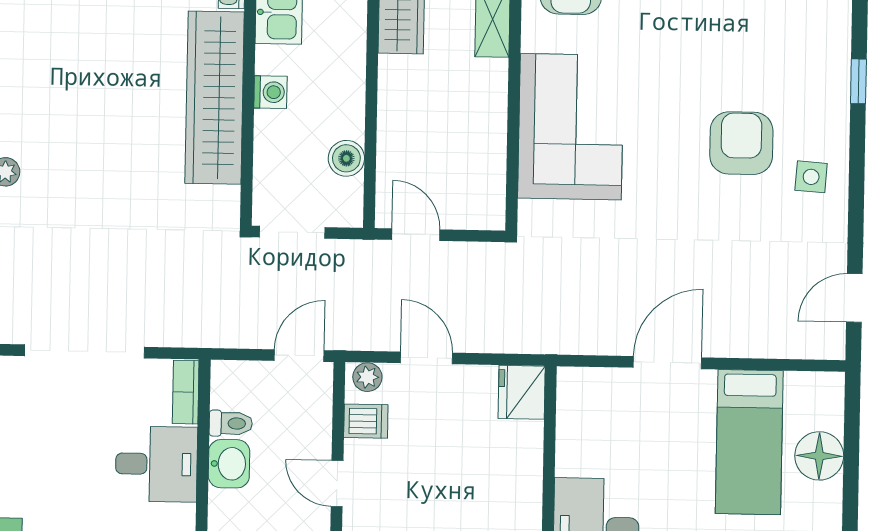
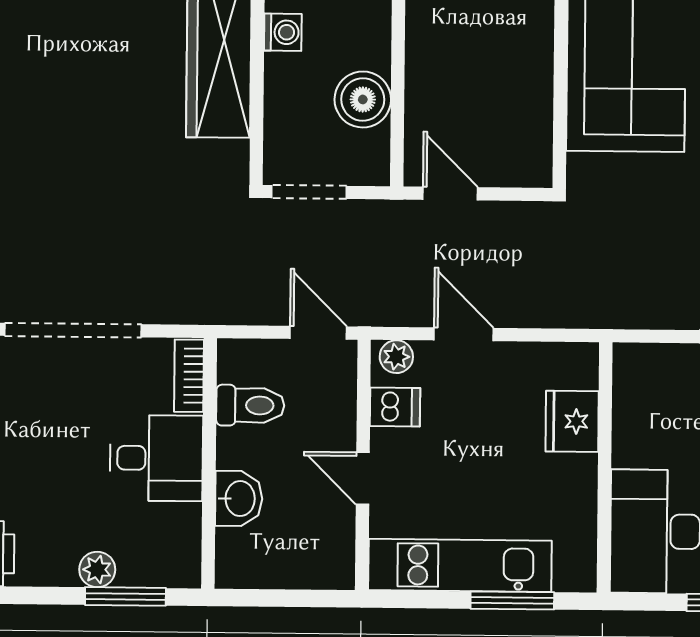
boiler: (346, 158) -> (363, 99), width x1.36, depth x1.36
door: (299, 356) -> (318, 333), hinge flipped
fridge: (522, 392) -> (572, 421), moved
toilet: (231, 423) -> (250, 405), width x1.37, depth x1.39
washbasin: (229, 464) -> (239, 499), moved

